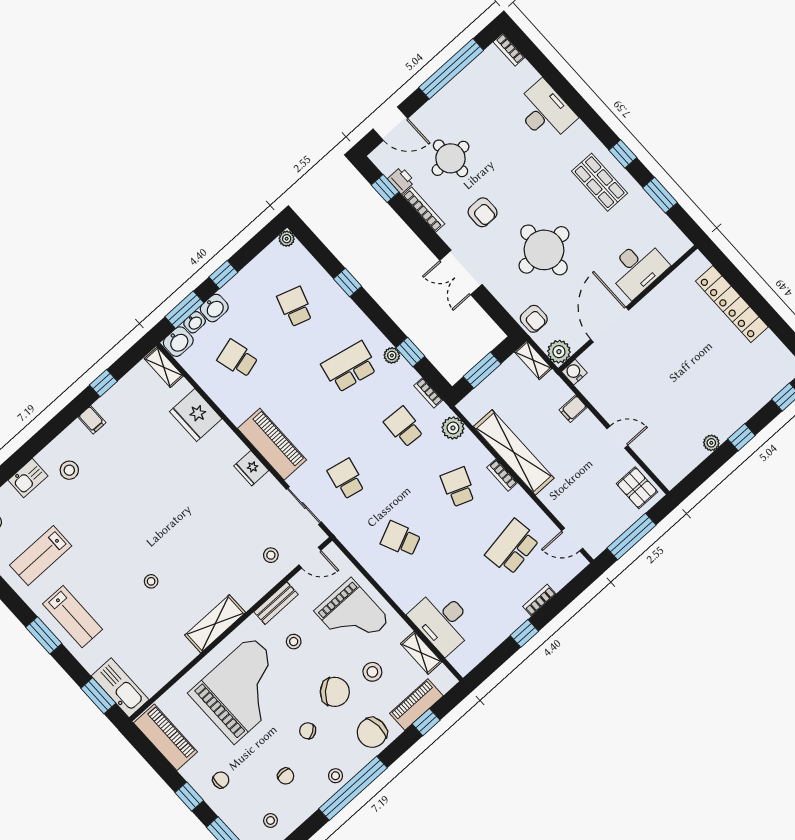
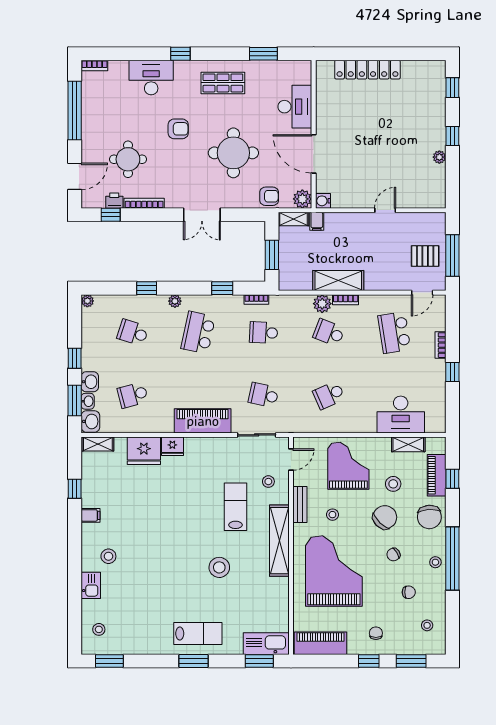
window: (623, 154) -> (180, 54), moved
armchair: (483, 212) -> (178, 129), moved
plant: (392, 355) -> (175, 301), moved
filing cabinet: (573, 409) -> (317, 221), moved
plant: (453, 428) -> (322, 304), moved
shelving: (514, 452) -> (338, 281), width x0.68
fridge: (251, 468) -> (172, 446), moved
pallet: (637, 488) -> (425, 256), moved
lab bench: (41, 556) -> (235, 507), moved, turned 180
stool: (151, 581) -> (219, 567), width x1.89, depth x1.89
grand piano: (352, 616) -> (348, 466), turned -90
shelving: (215, 624) -> (279, 541), width x1.47

